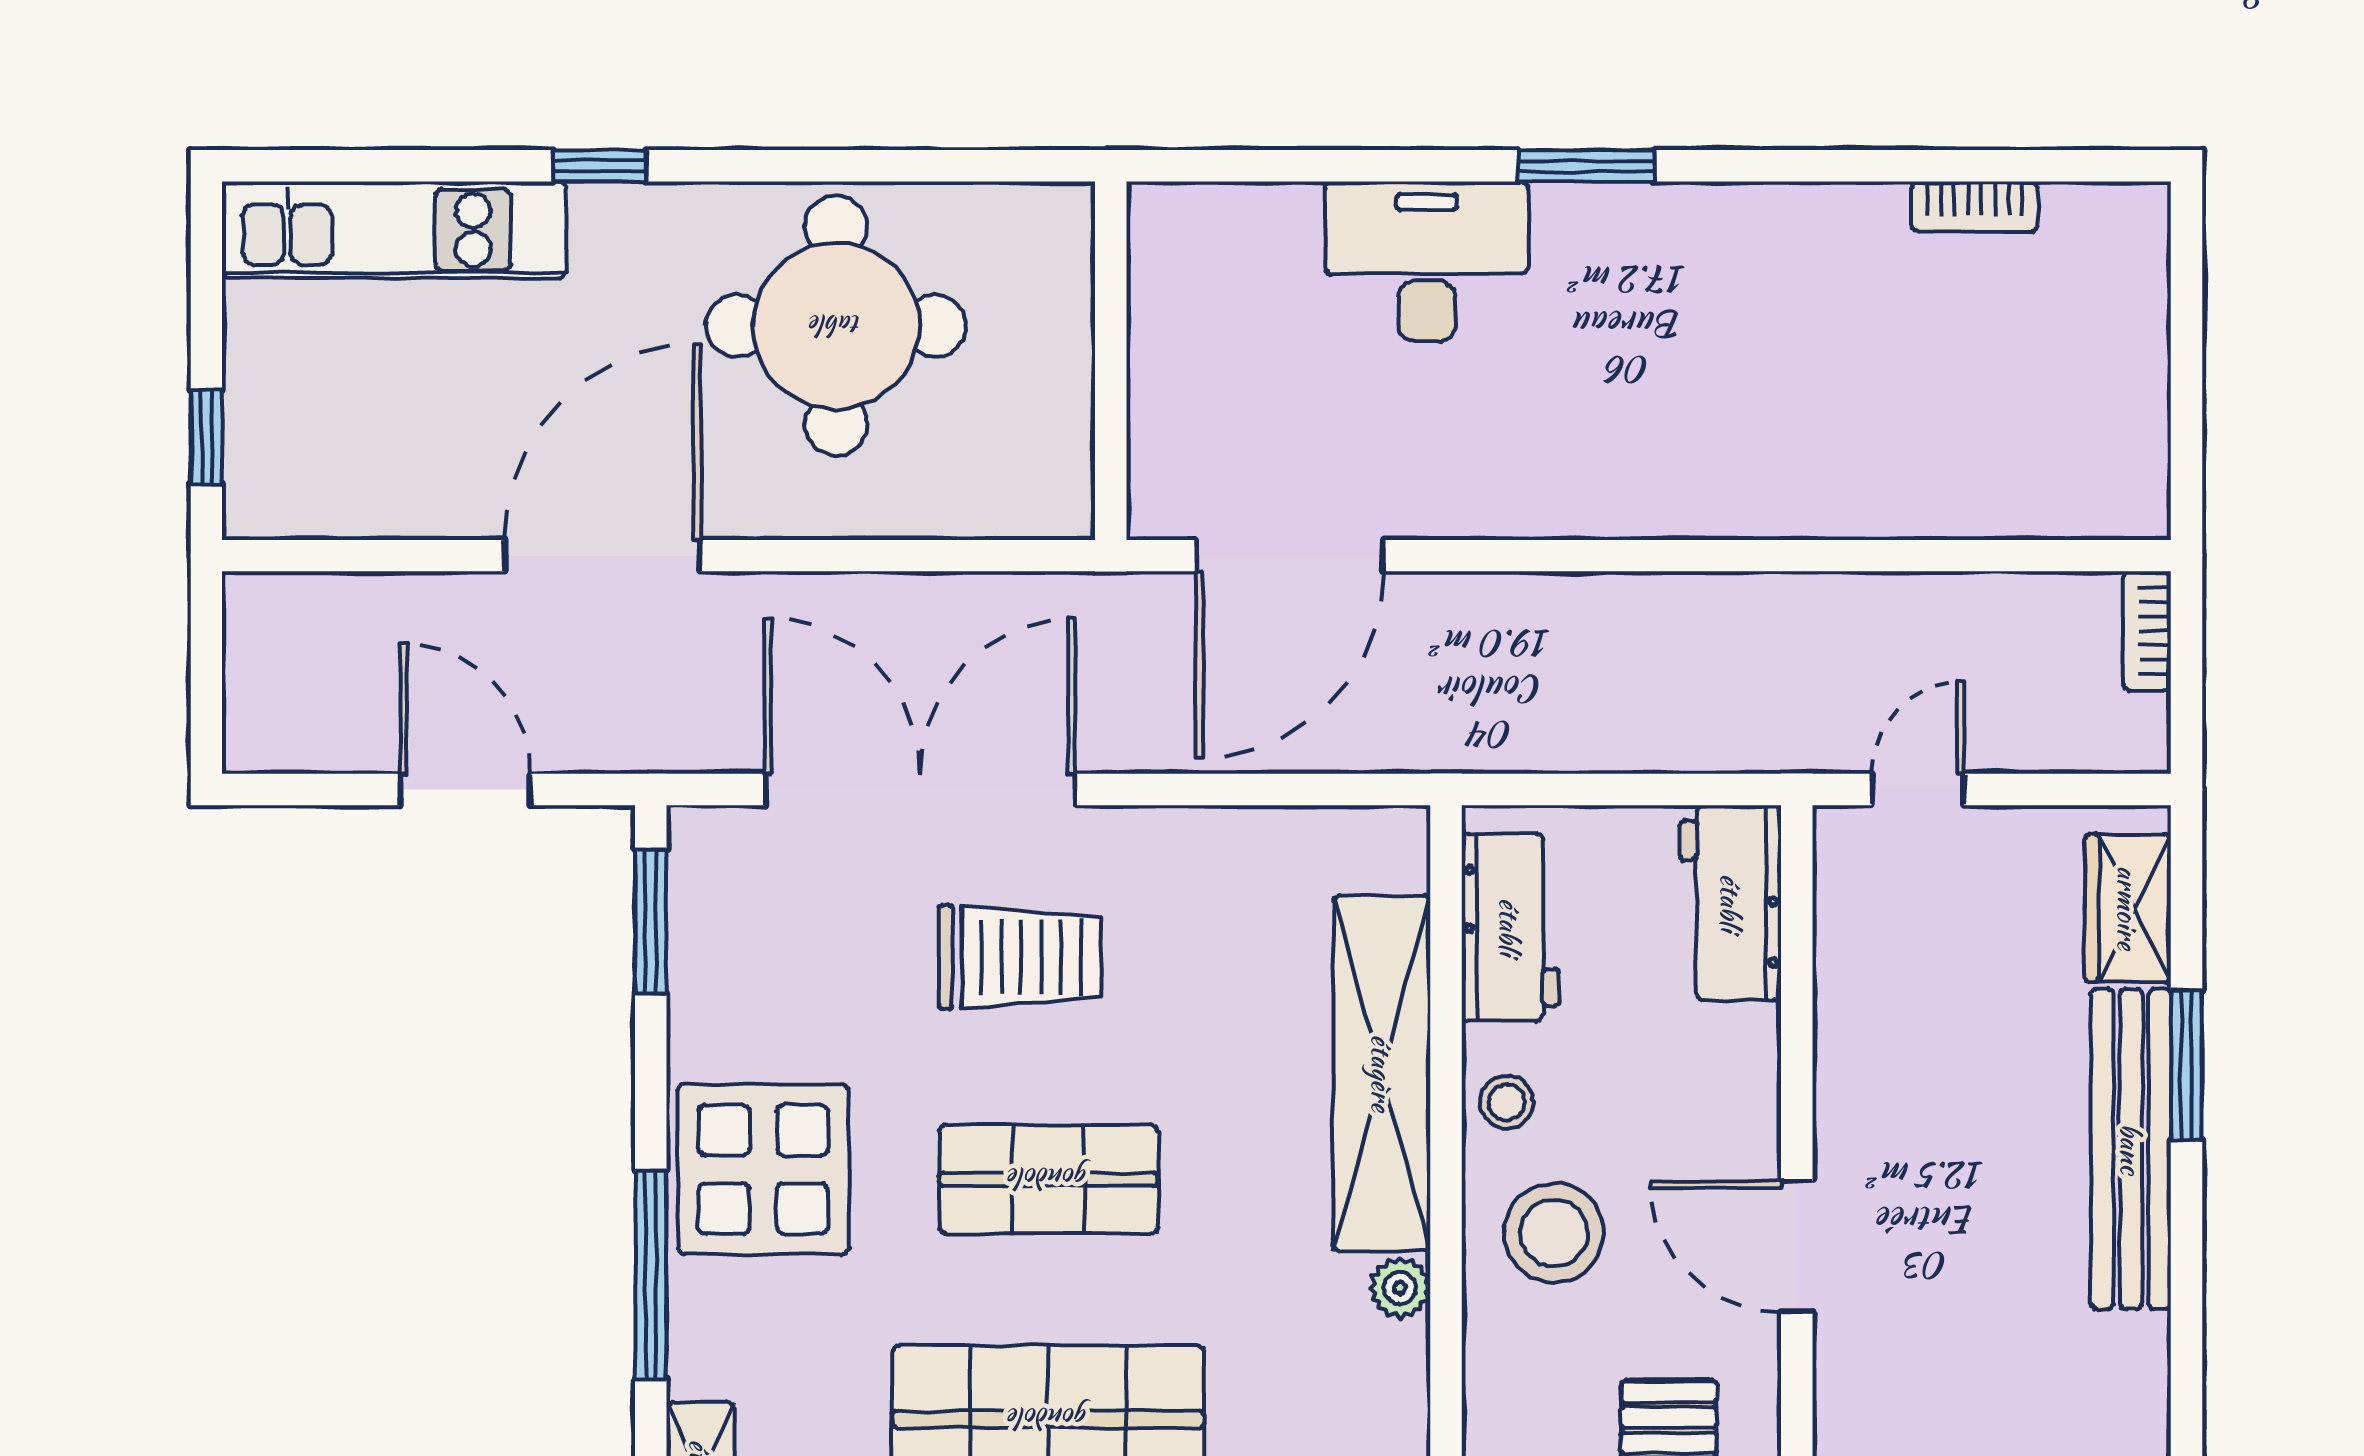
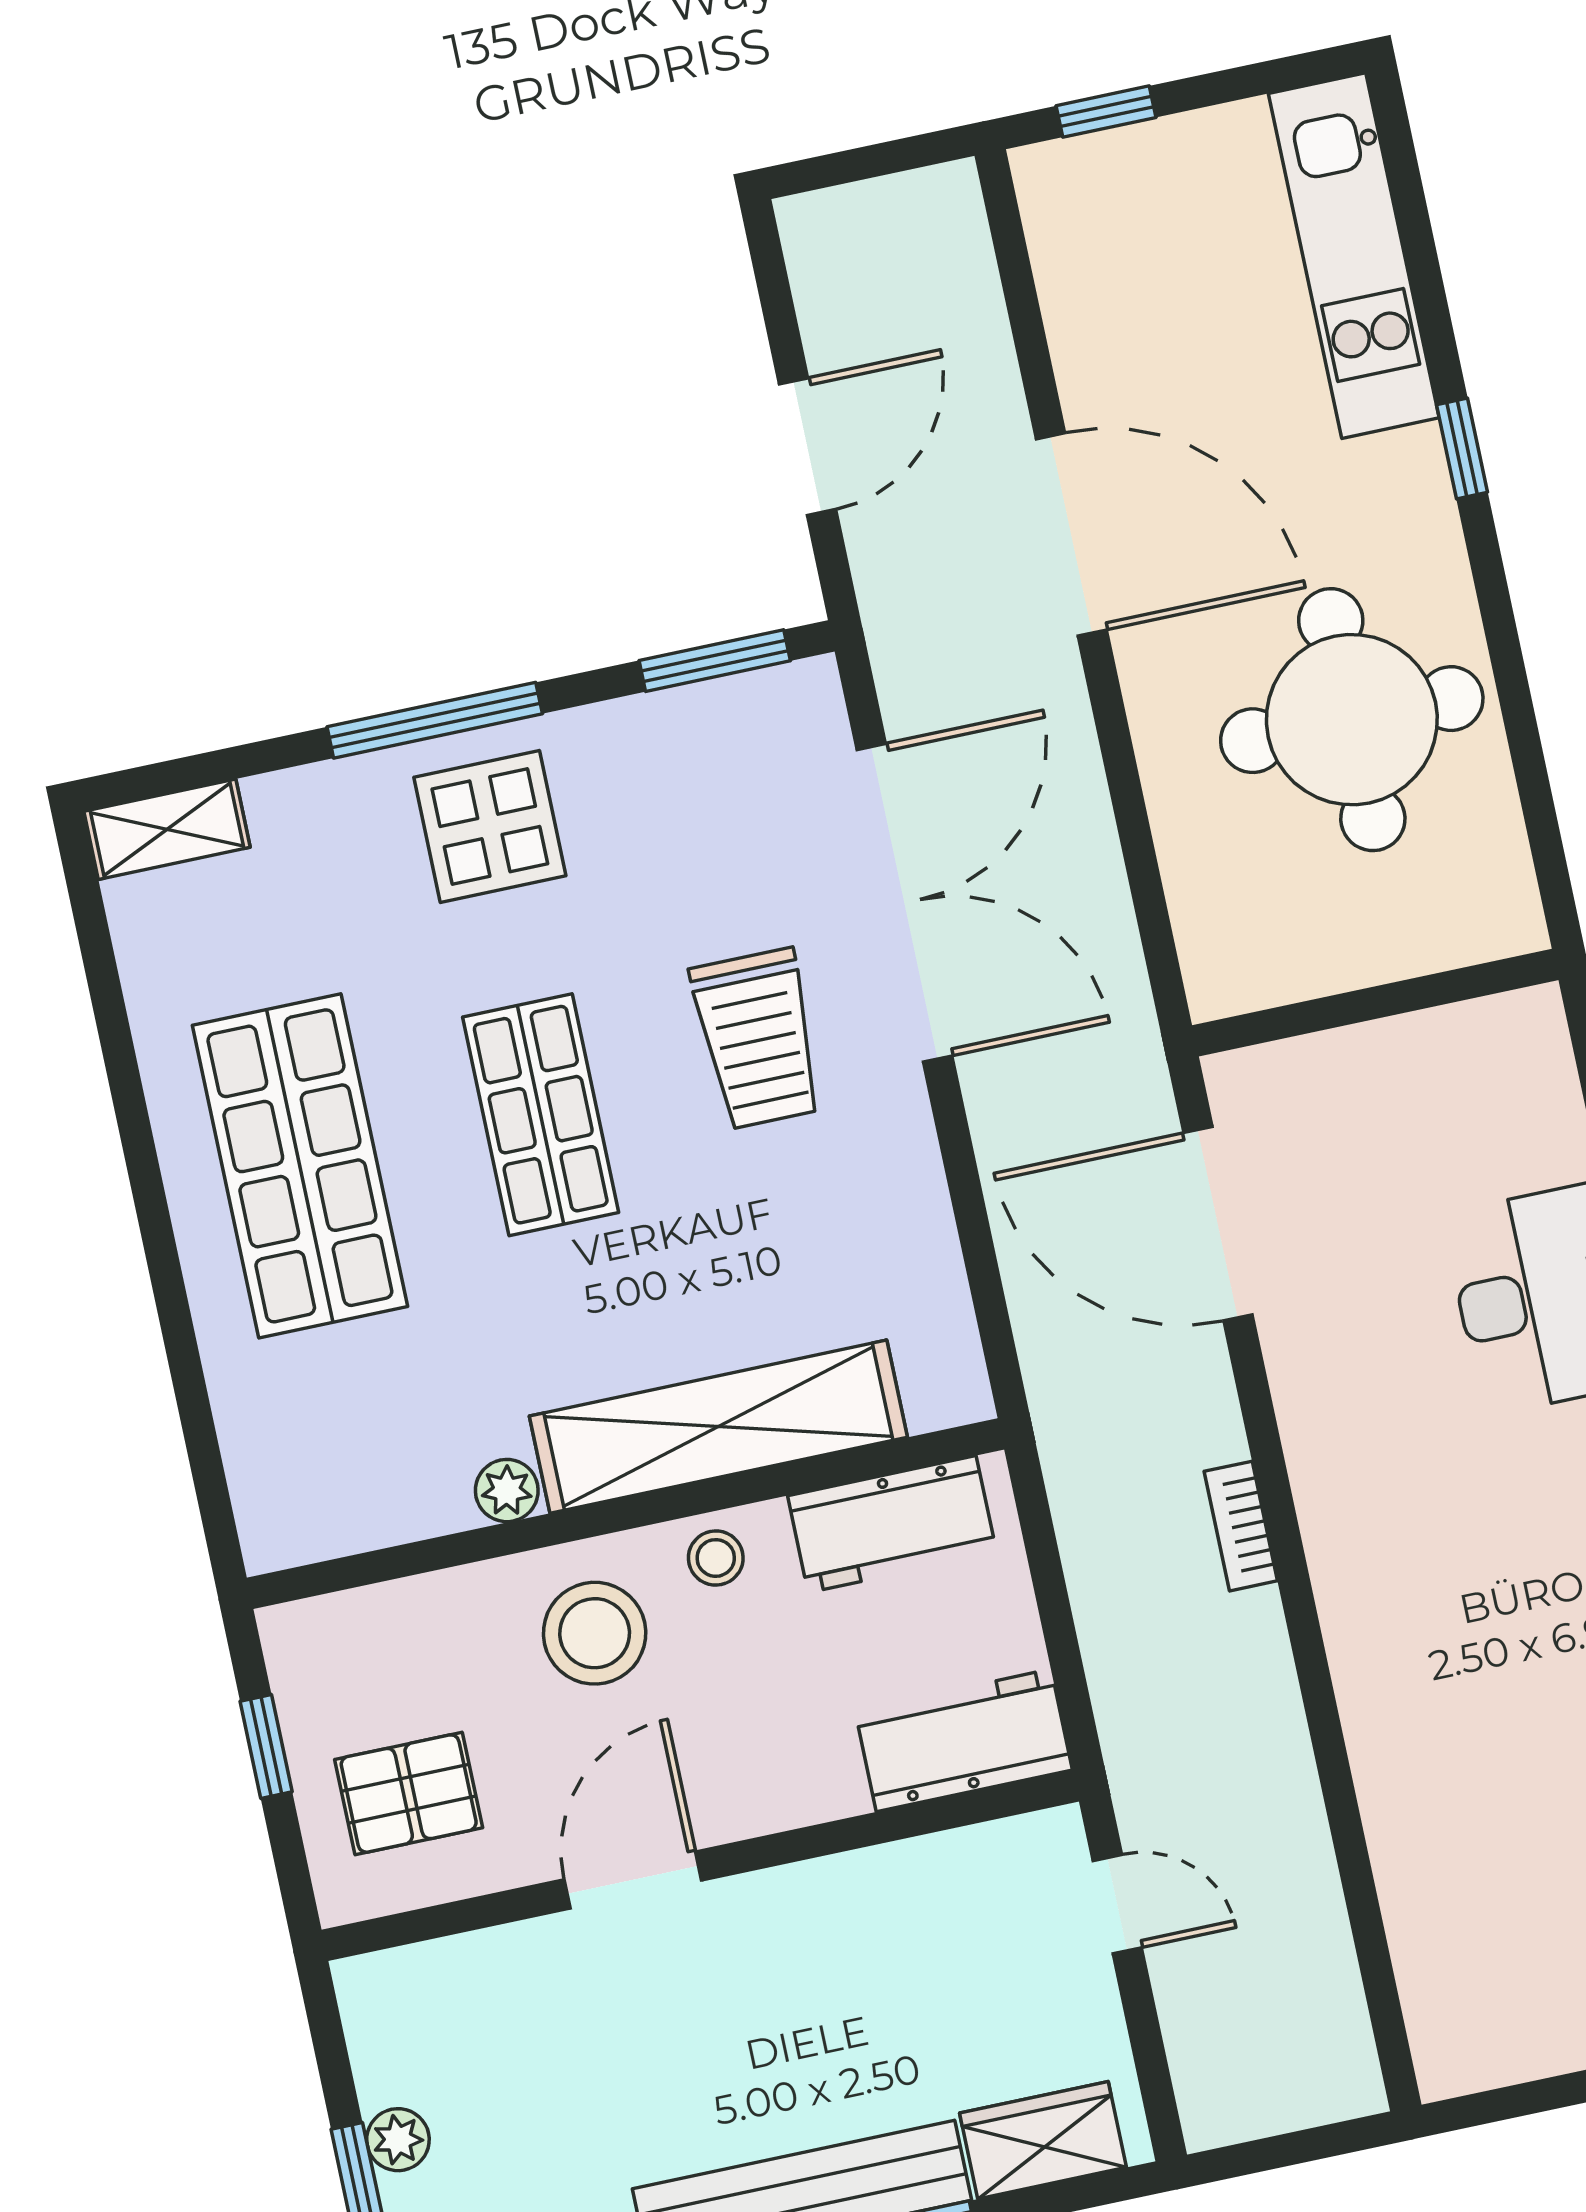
bookcase: (2147, 631) -> (1241, 1526), moved, turned -90
display table: (763, 1169) -> (490, 826), width x0.73, depth x0.73
window: (651, 1275) -> (435, 720), moved

